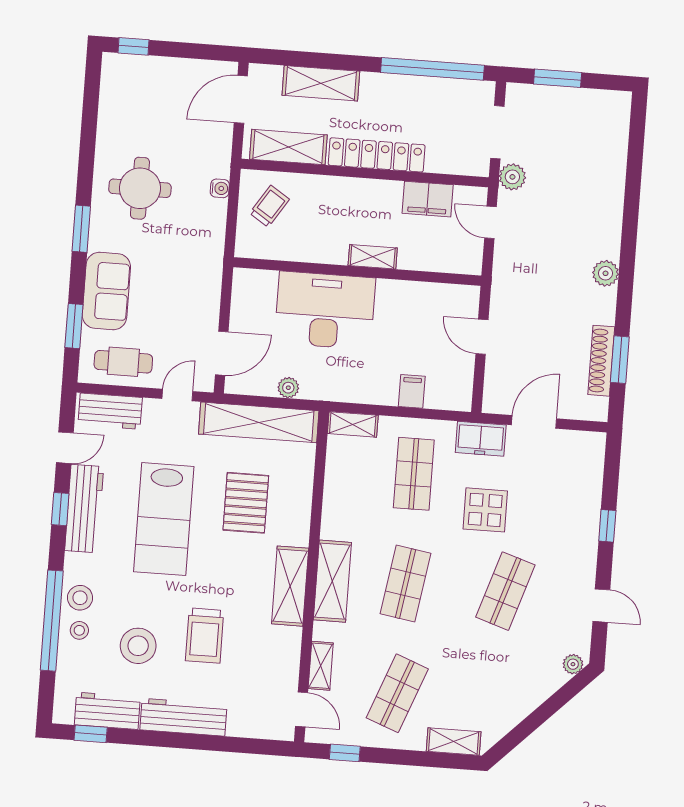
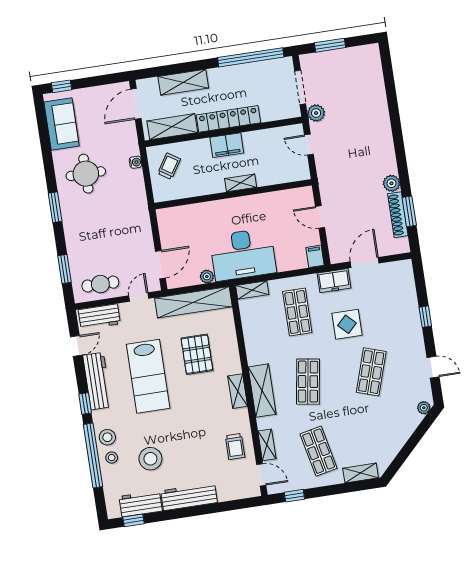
filing cabinet: (428, 199) -> (227, 145), moved
plant: (606, 273) -> (391, 183), moved
sofa: (106, 291) -> (62, 124), moved
desk: (325, 310) -> (243, 254), moved, turned 180
filing cabinet: (412, 391) -> (315, 256), moved
window: (60, 509) -> (85, 403), moved
shelving: (290, 586) -> (238, 391), width x0.67, depth x0.75
trolley: (205, 636) -> (235, 447), moved, width x0.73, depth x0.72
shop shelf: (397, 693) -> (319, 451), turned -33

